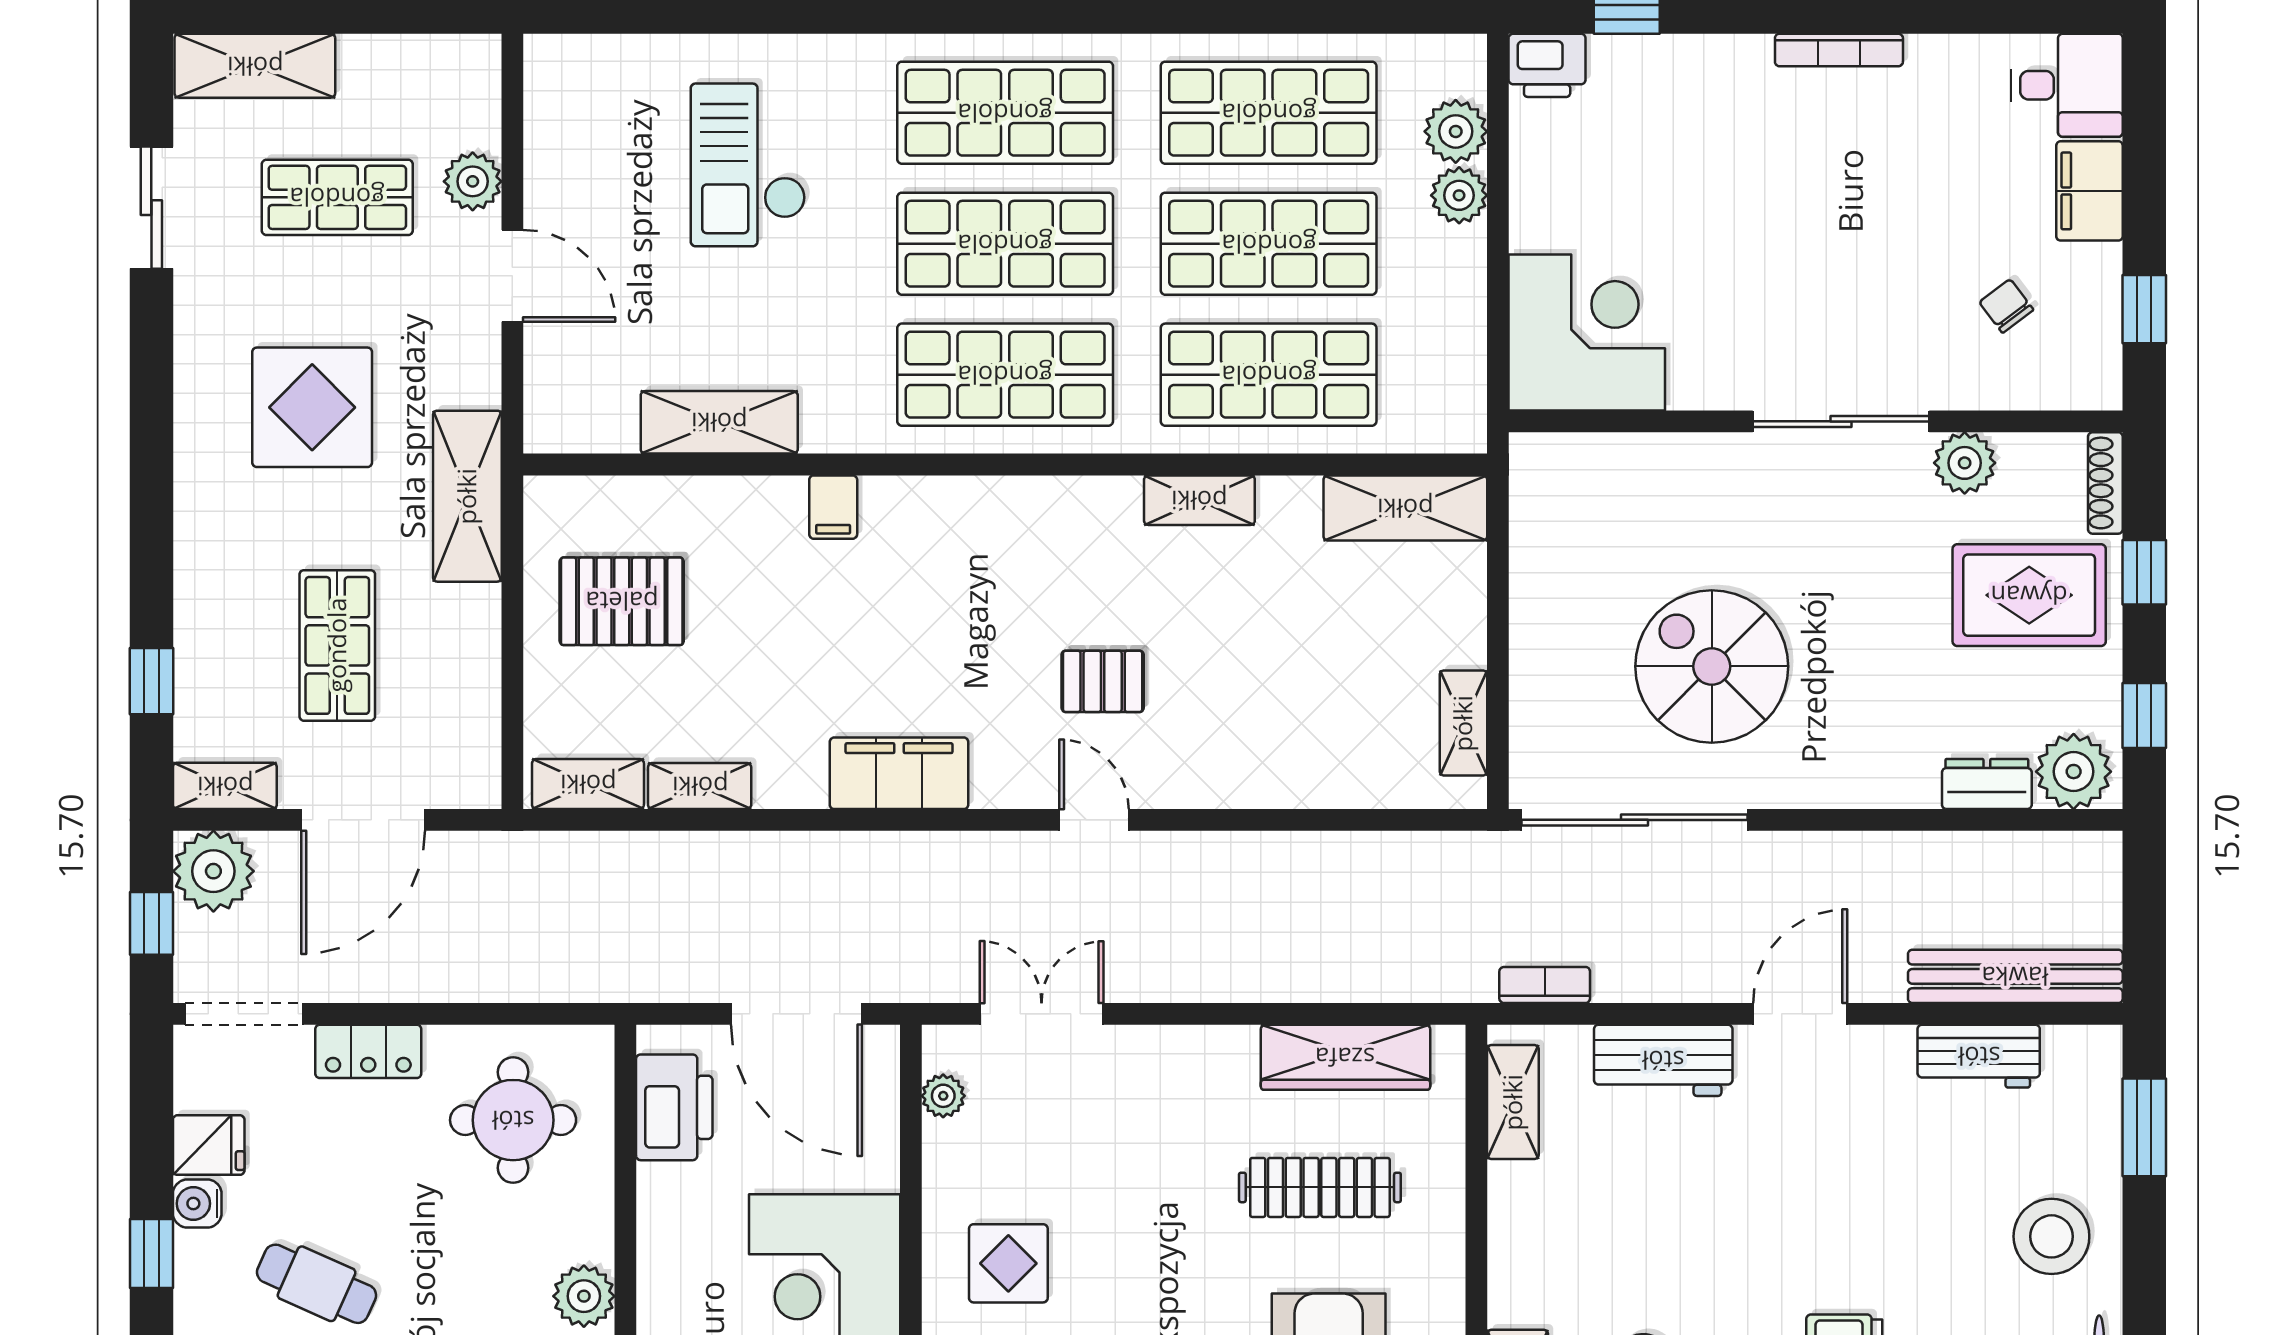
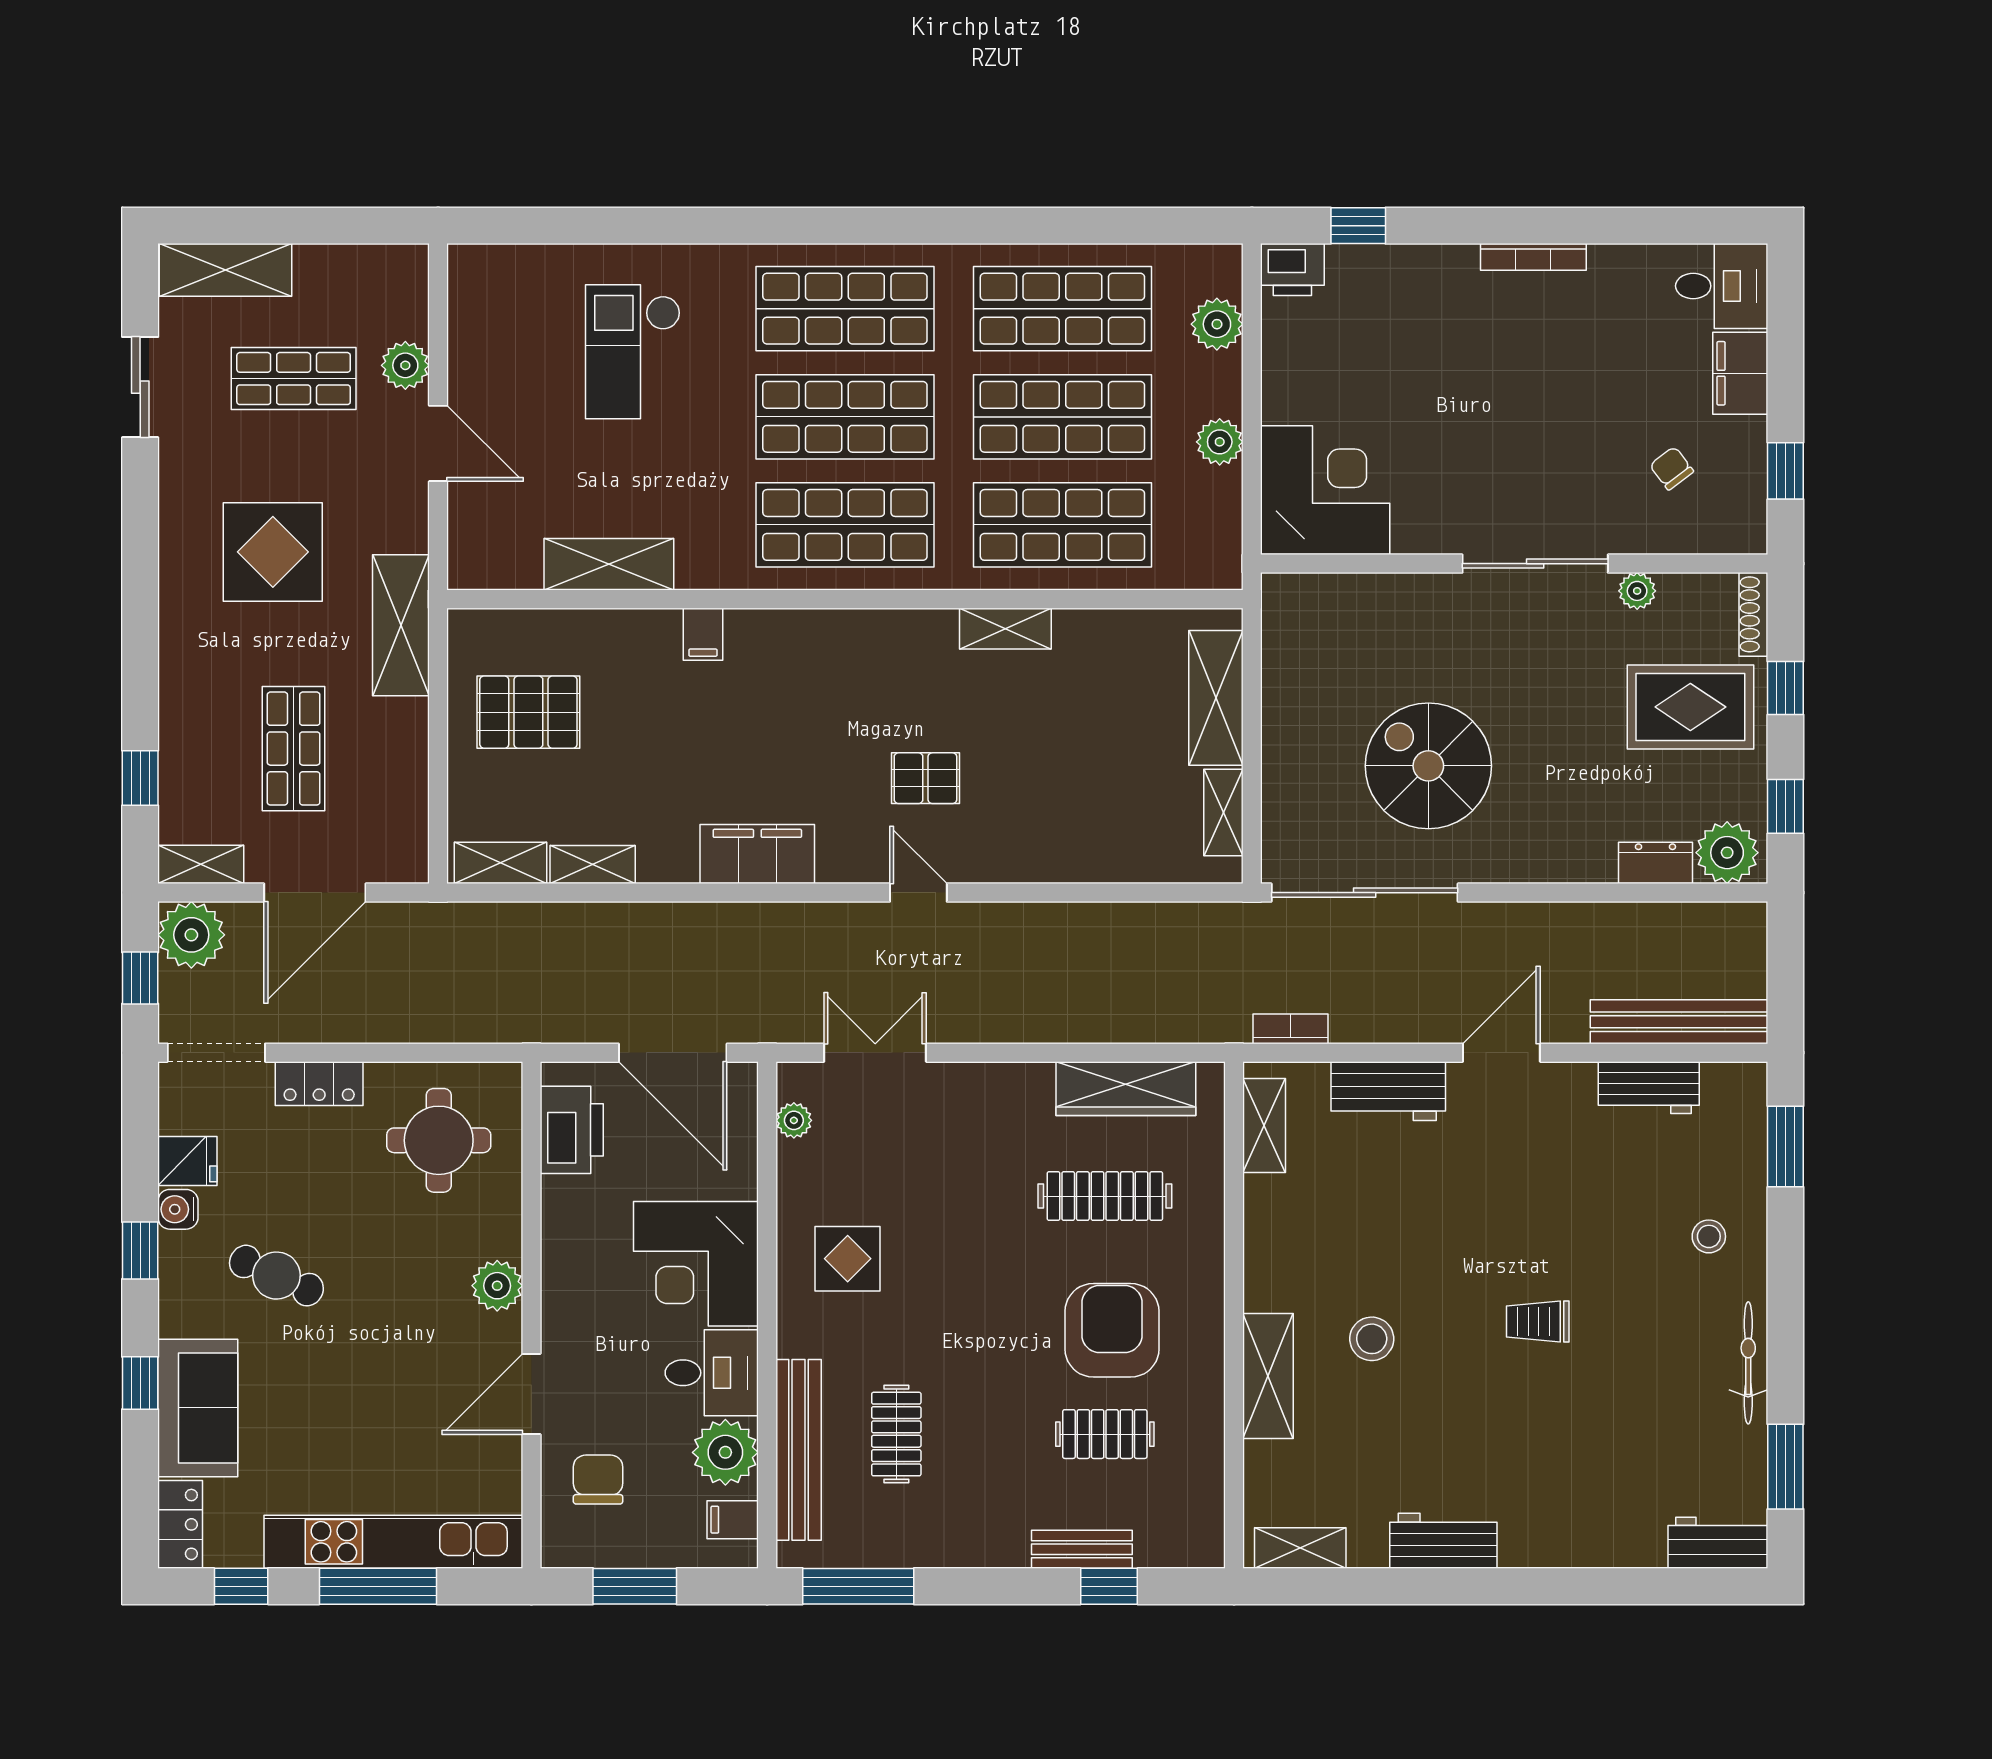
plant: (1459, 195) -> (1220, 442), moved
plant: (1965, 463) -> (1637, 591), width x0.73, depth x0.73
shelving: (1405, 508) -> (1216, 698), moved, turned 90
stool: (2051, 1236) -> (1709, 1236), width x0.53, depth x0.53

